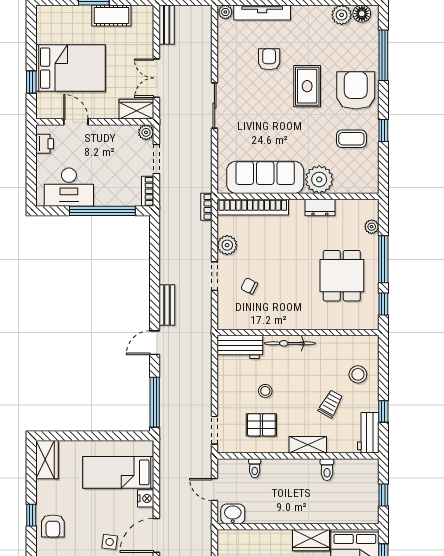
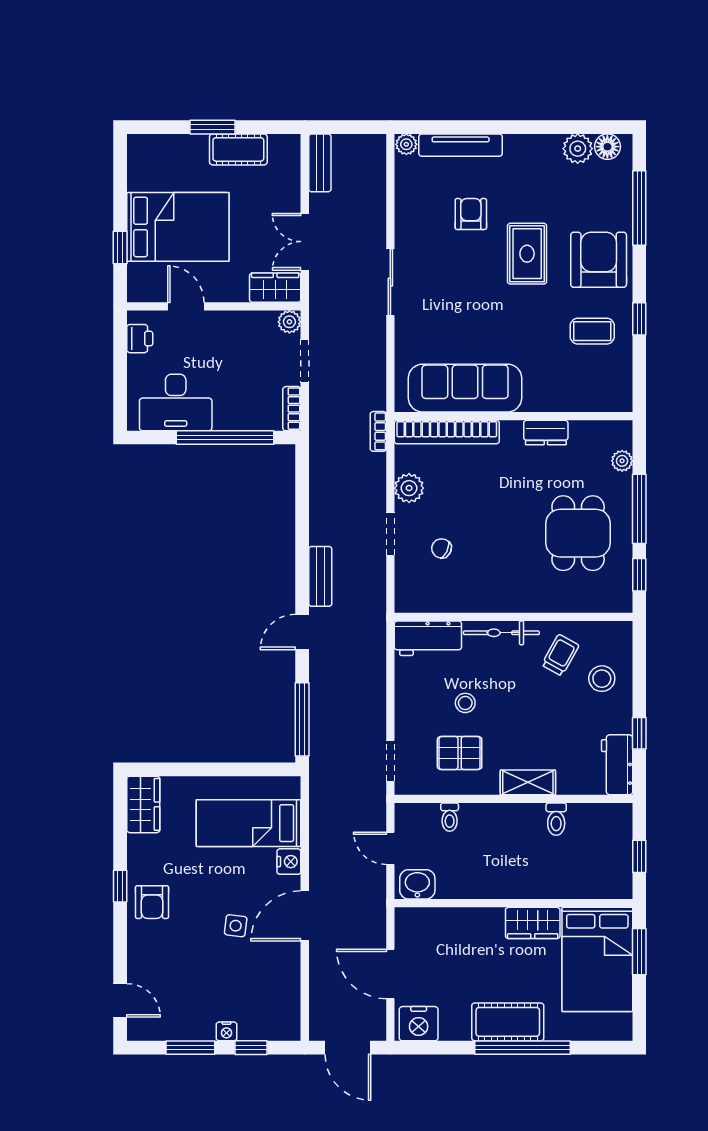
plant: (319, 179) -> (545, 391), removed
trolley: (331, 404) -> (560, 655), moved

